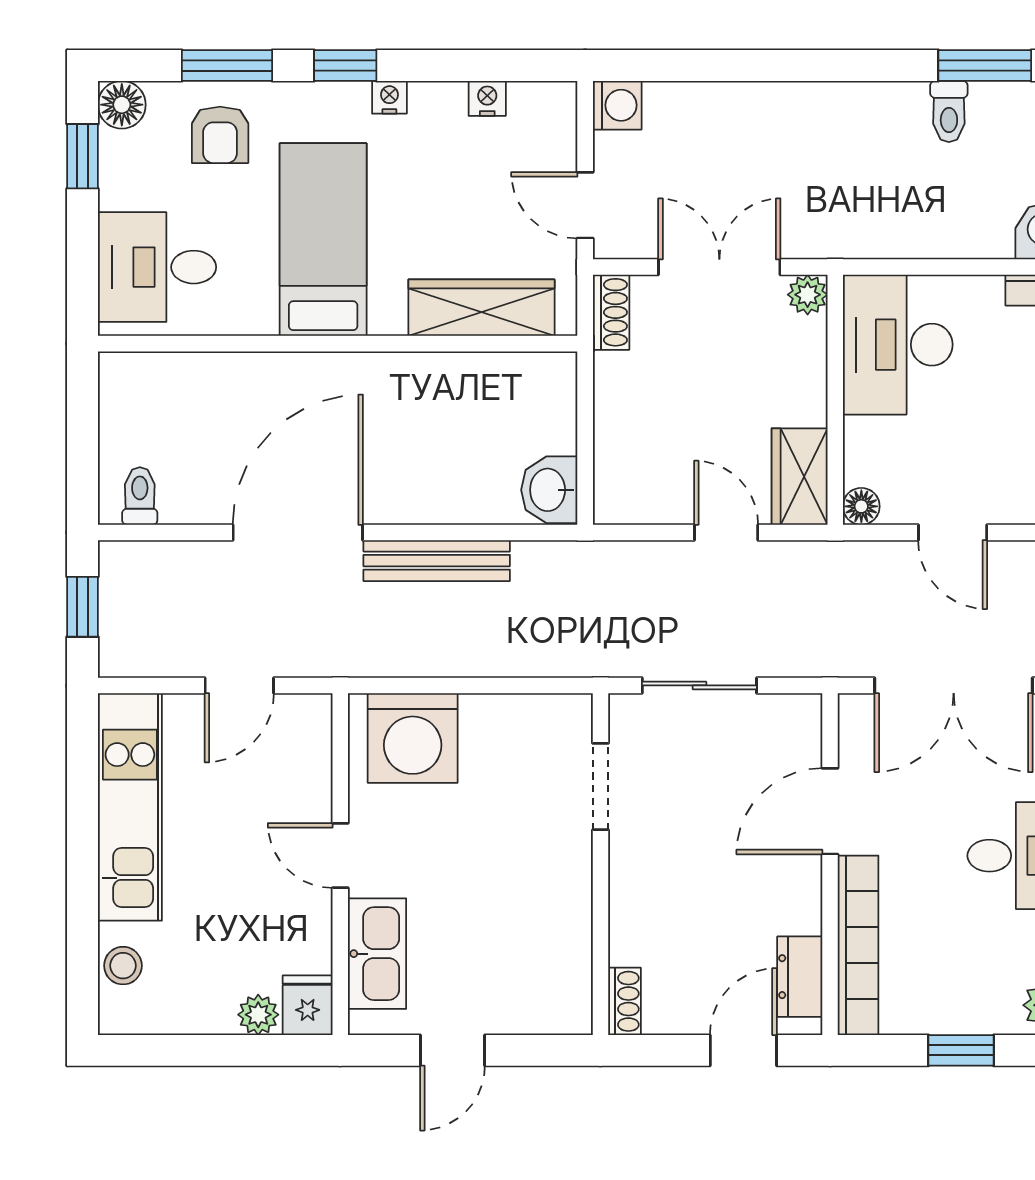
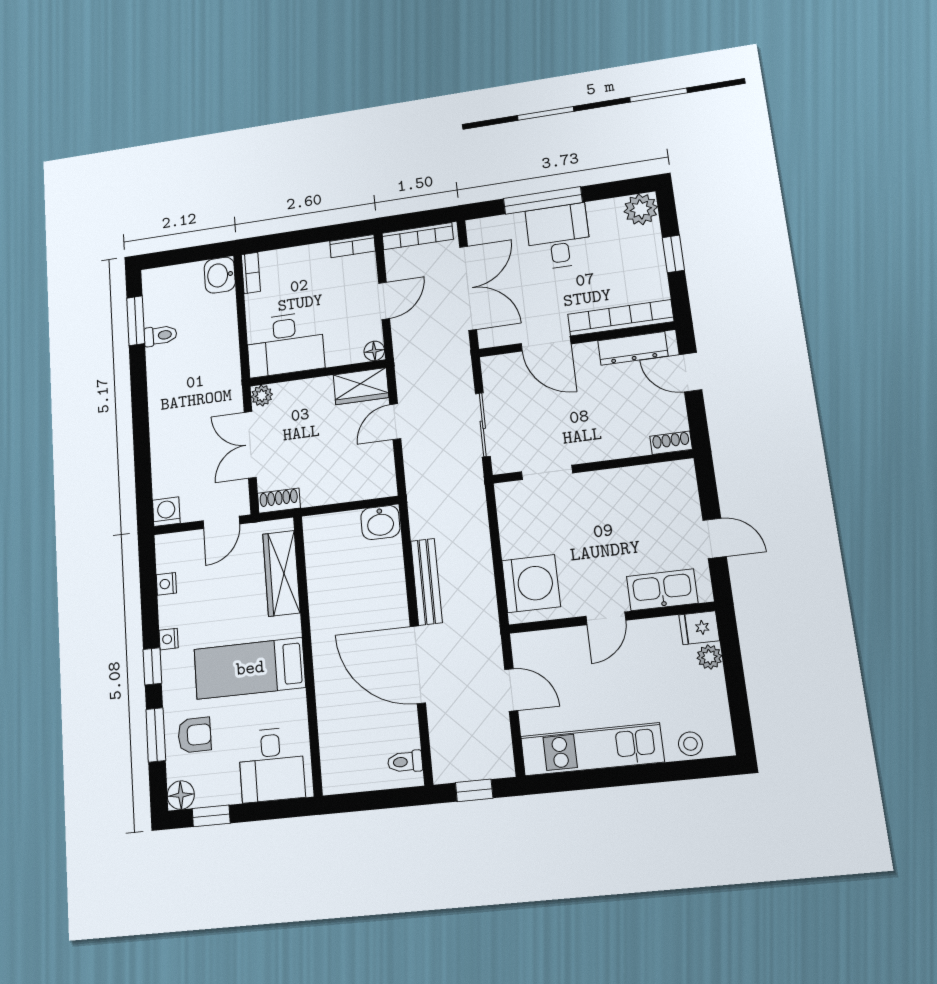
dresser: (800, 977) -> (633, 348), width x1.44

